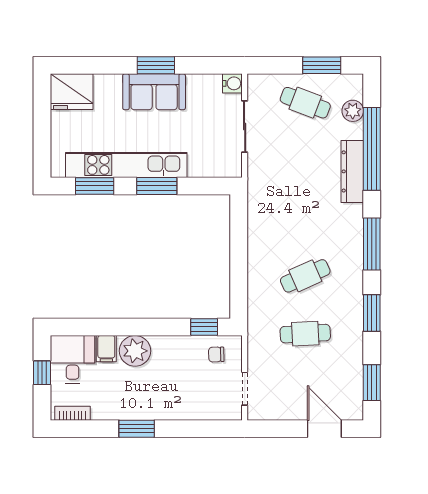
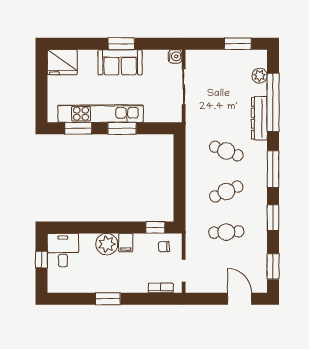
cafe table: (305, 103) -> (226, 151), moved
filing cabinet: (106, 349) -> (126, 243), moved
bookcase: (73, 413) -> (161, 288), moved

